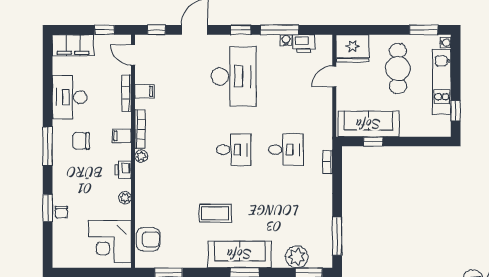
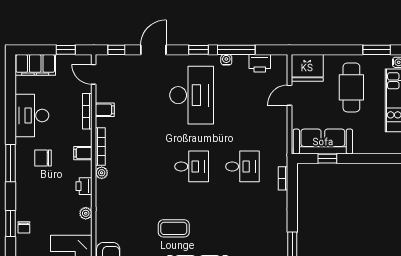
water cooler: (286, 40) -> (226, 60), moved

